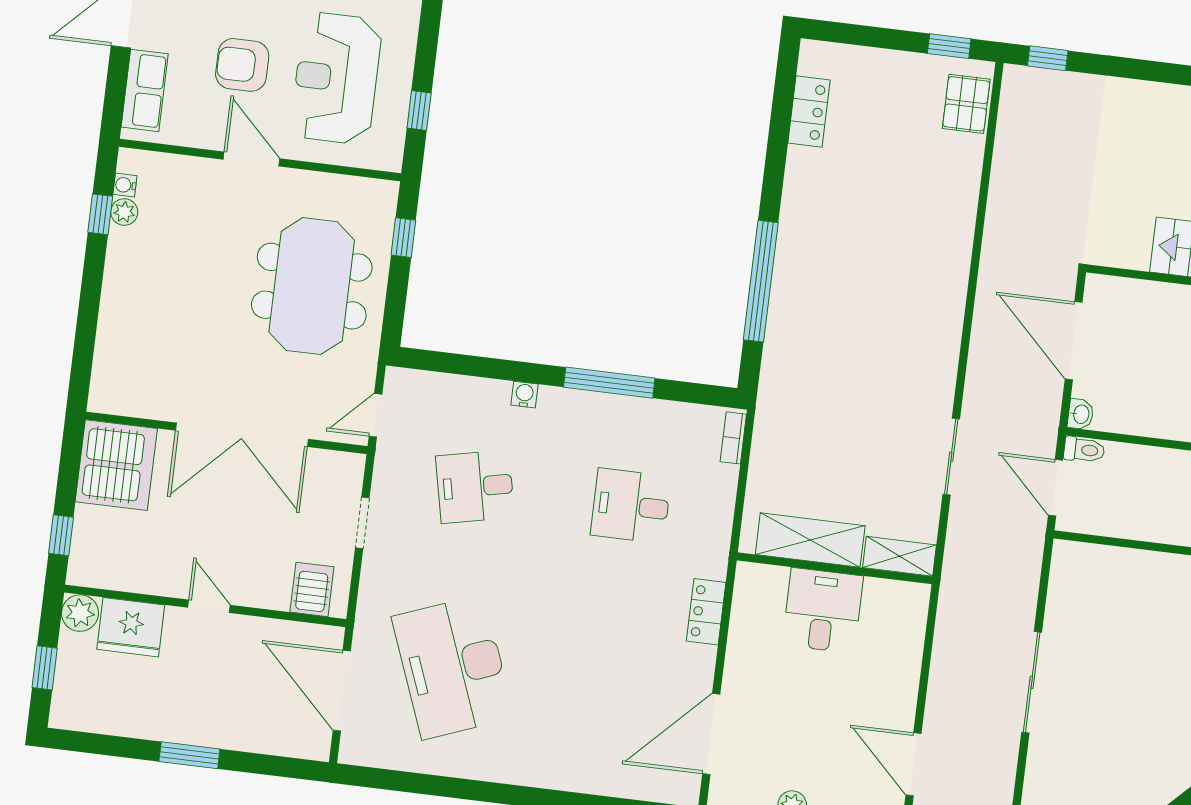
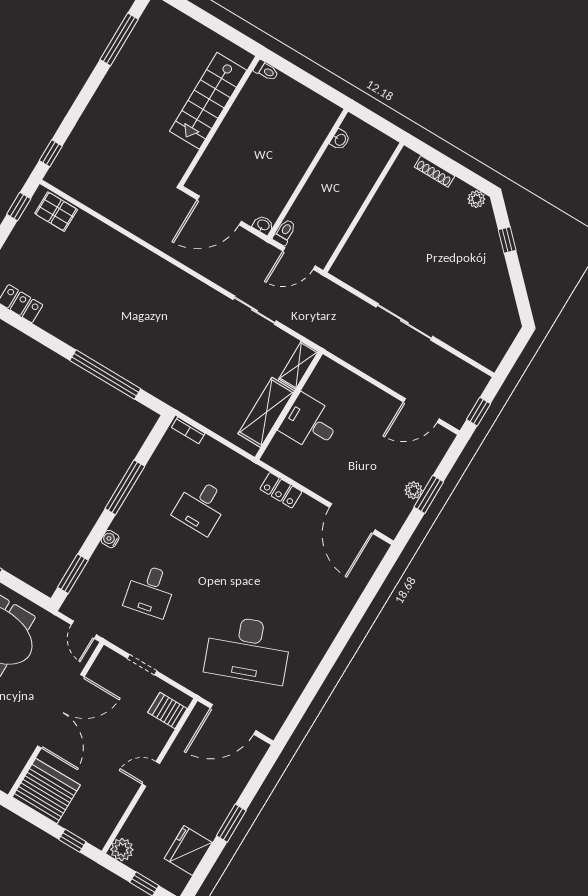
window: (450, 363) -> (73, 574), added
fridge: (131, 627) -> (188, 851), moved, turned 180

